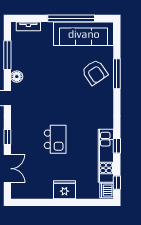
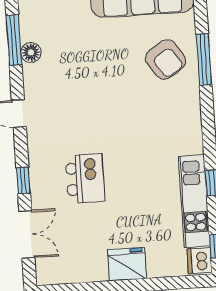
floor lamp: (17, 77) -> (31, 52), moved
kitchen island: (55, 139) -> (85, 179), moved

